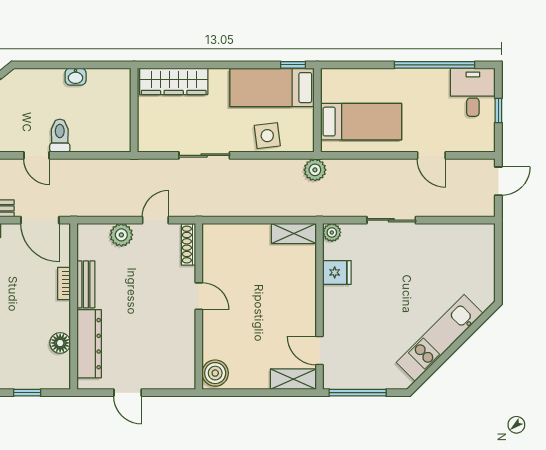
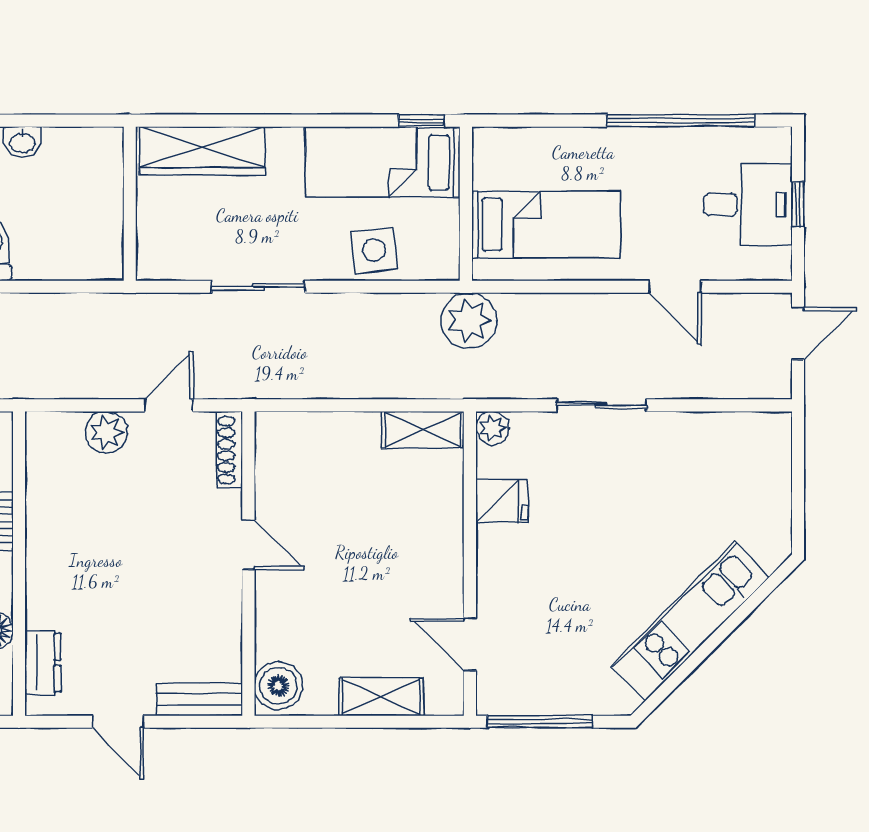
desk: (473, 92) -> (748, 205), moved, turned 90
plant: (315, 170) -> (469, 320), width x1.36, depth x1.36
bench: (86, 284) -> (199, 699), moved, turned 90
dresser: (89, 344) -> (43, 663), width x0.51, depth x0.80
shelving: (293, 379) -> (381, 697), moved

